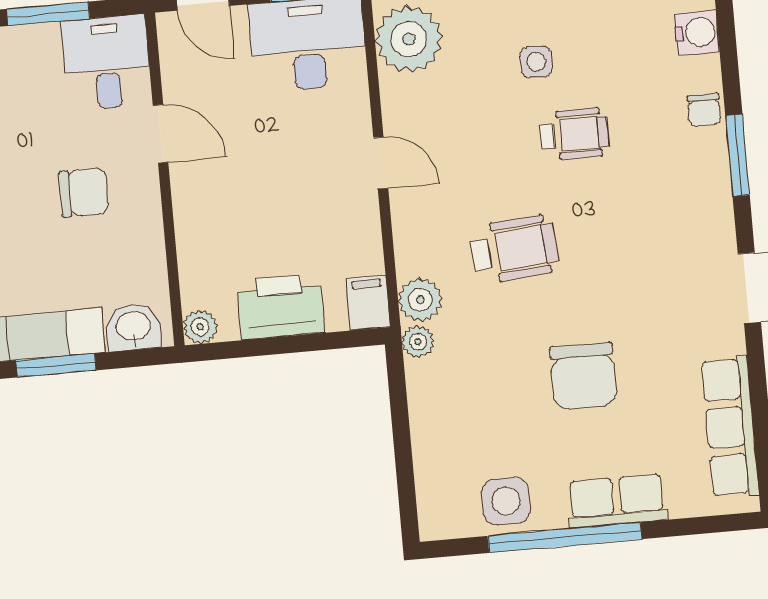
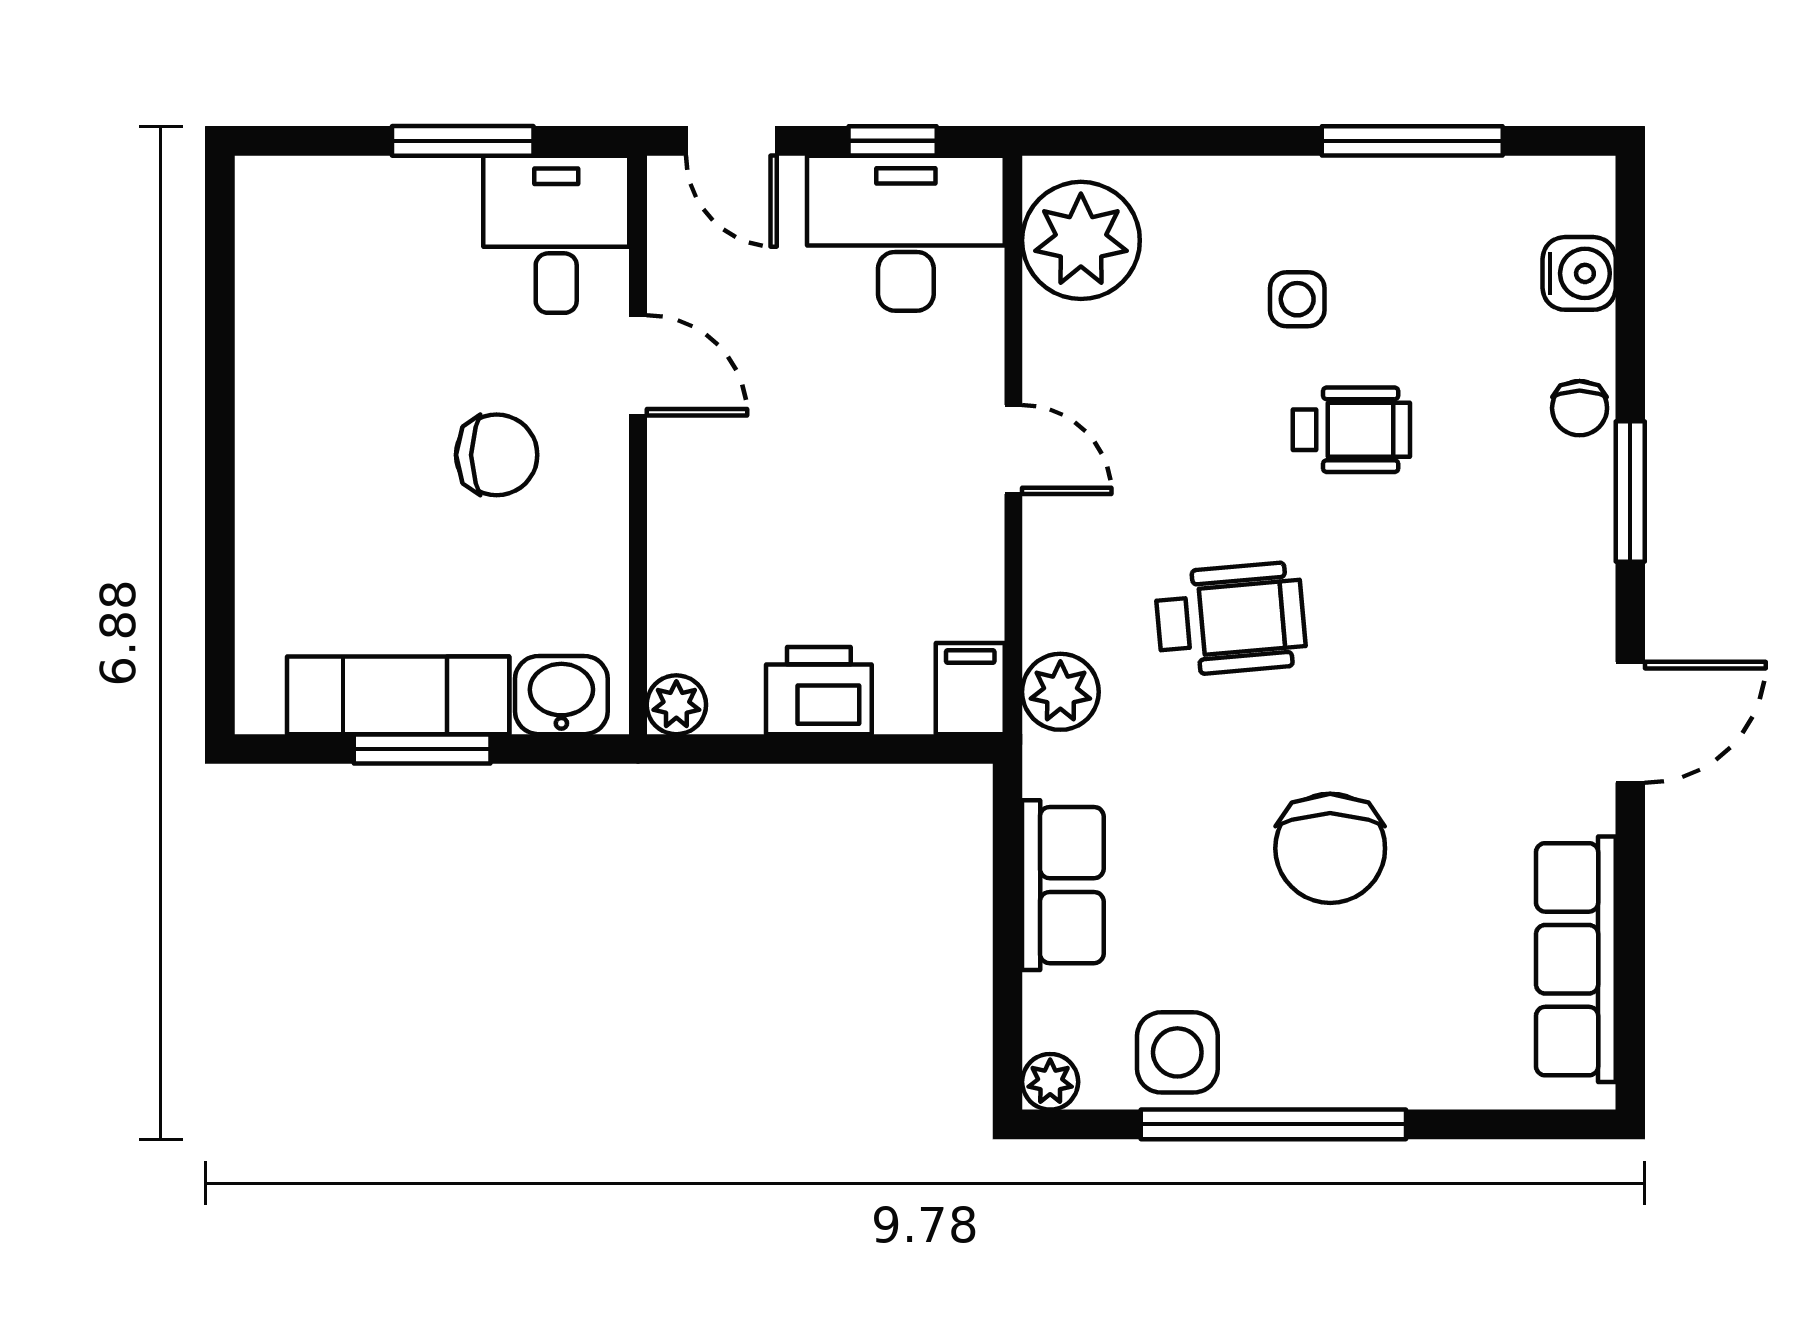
printer: (281, 307) -> (819, 691), width x0.73, depth x0.84
plant: (418, 342) -> (1050, 1082), moved
row of seats: (617, 501) -> (1063, 885), moved, turned 90

